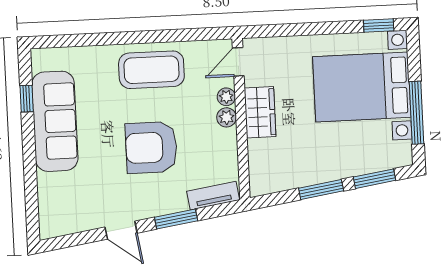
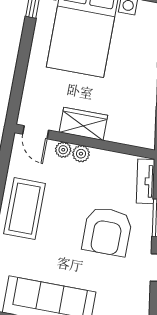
armchair: (151, 148) -> (107, 232), moved

